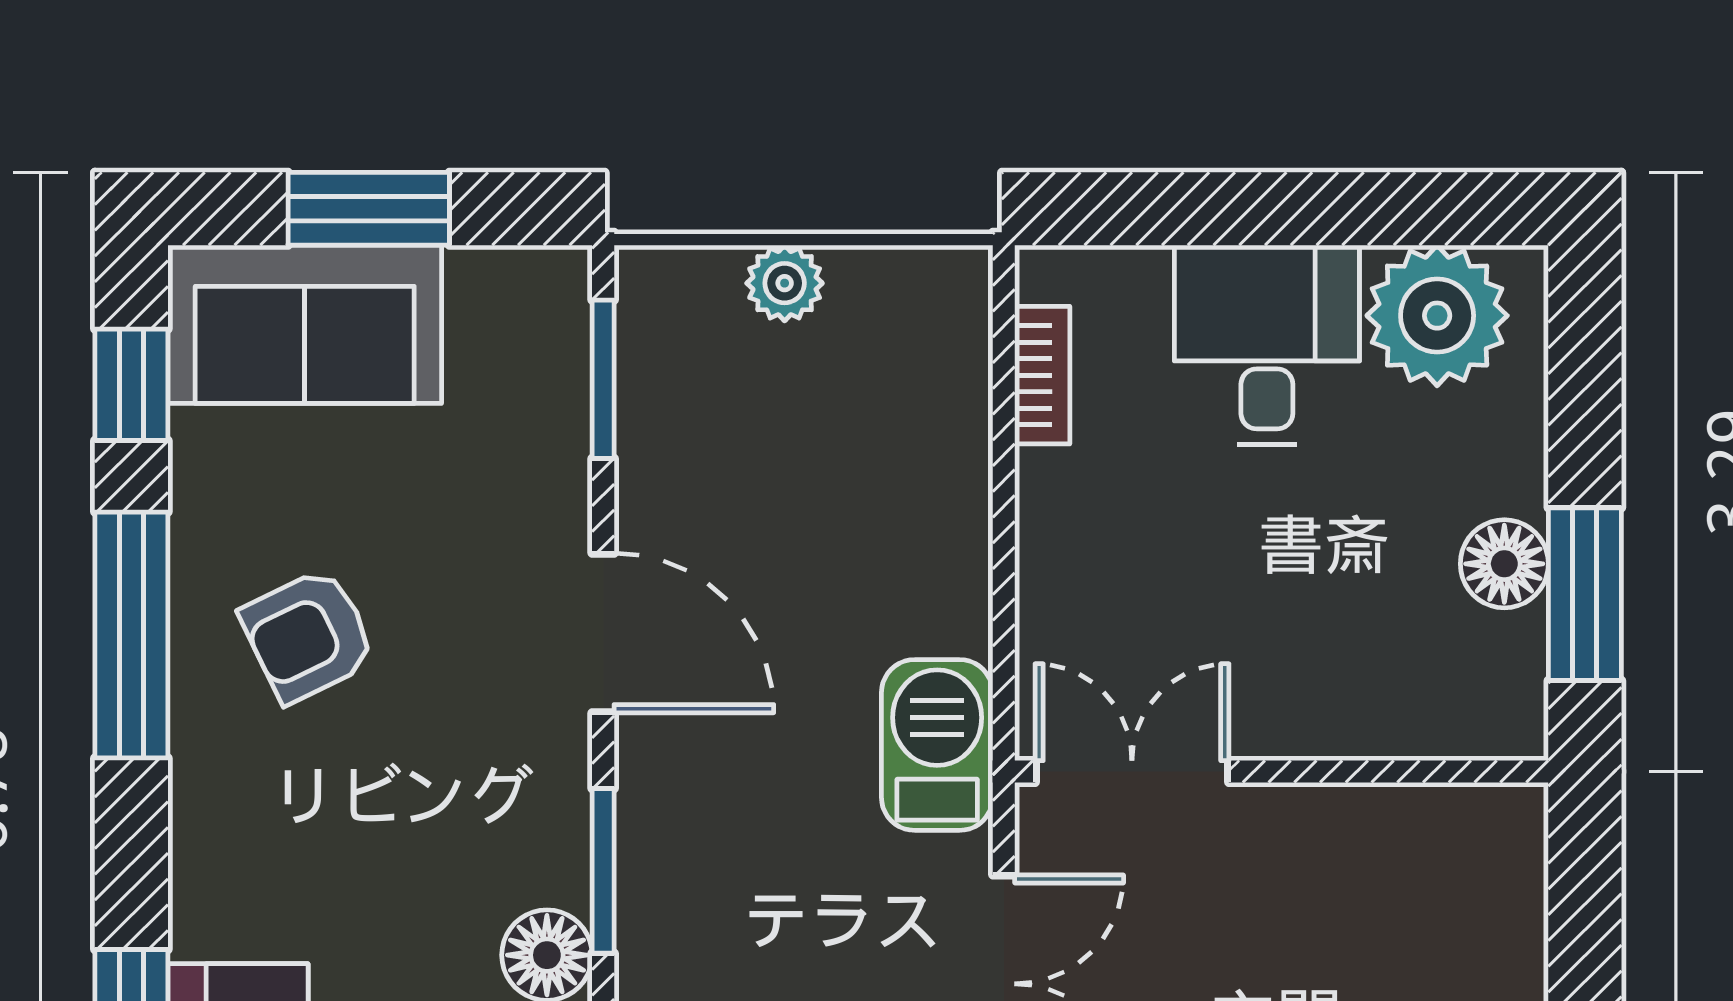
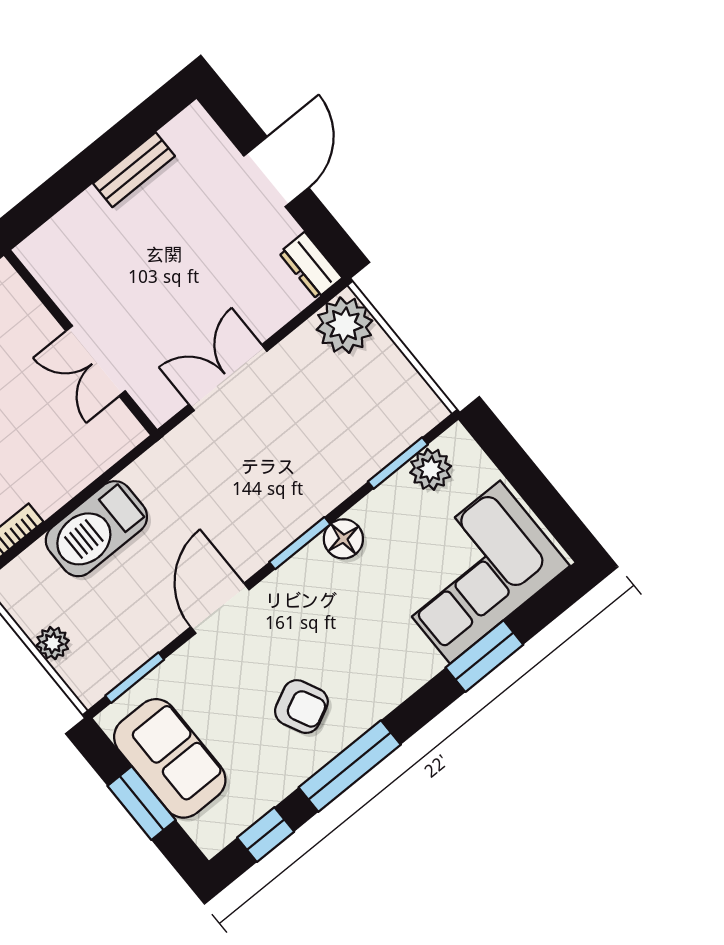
sofa: (305, 324) -> (170, 758), moved
barbecue: (937, 745) -> (96, 529), moved, width x1.37, depth x1.21
double door: (1132, 772) -> (96, 361), moved

